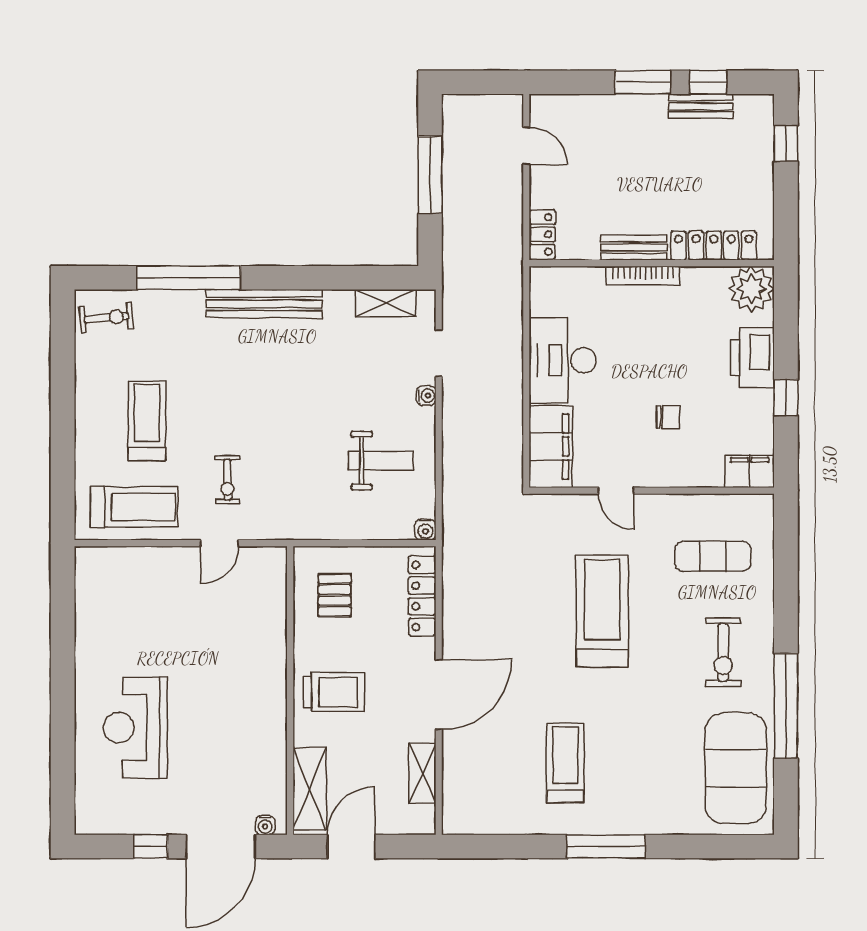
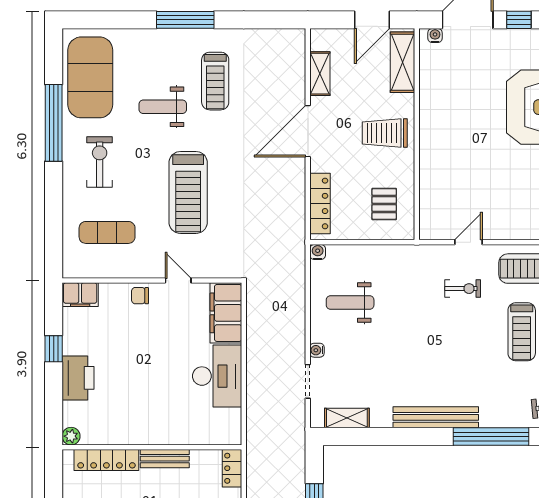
bookcase: (643, 275) -> (158, 438), removed
plant: (751, 289) -> (71, 436), width x0.53, depth x0.53
chair: (668, 417) -> (140, 296), moved
exercise bike: (227, 480) -> (463, 289), turned 90
weight bench: (637, 728) -> (163, 107), added

